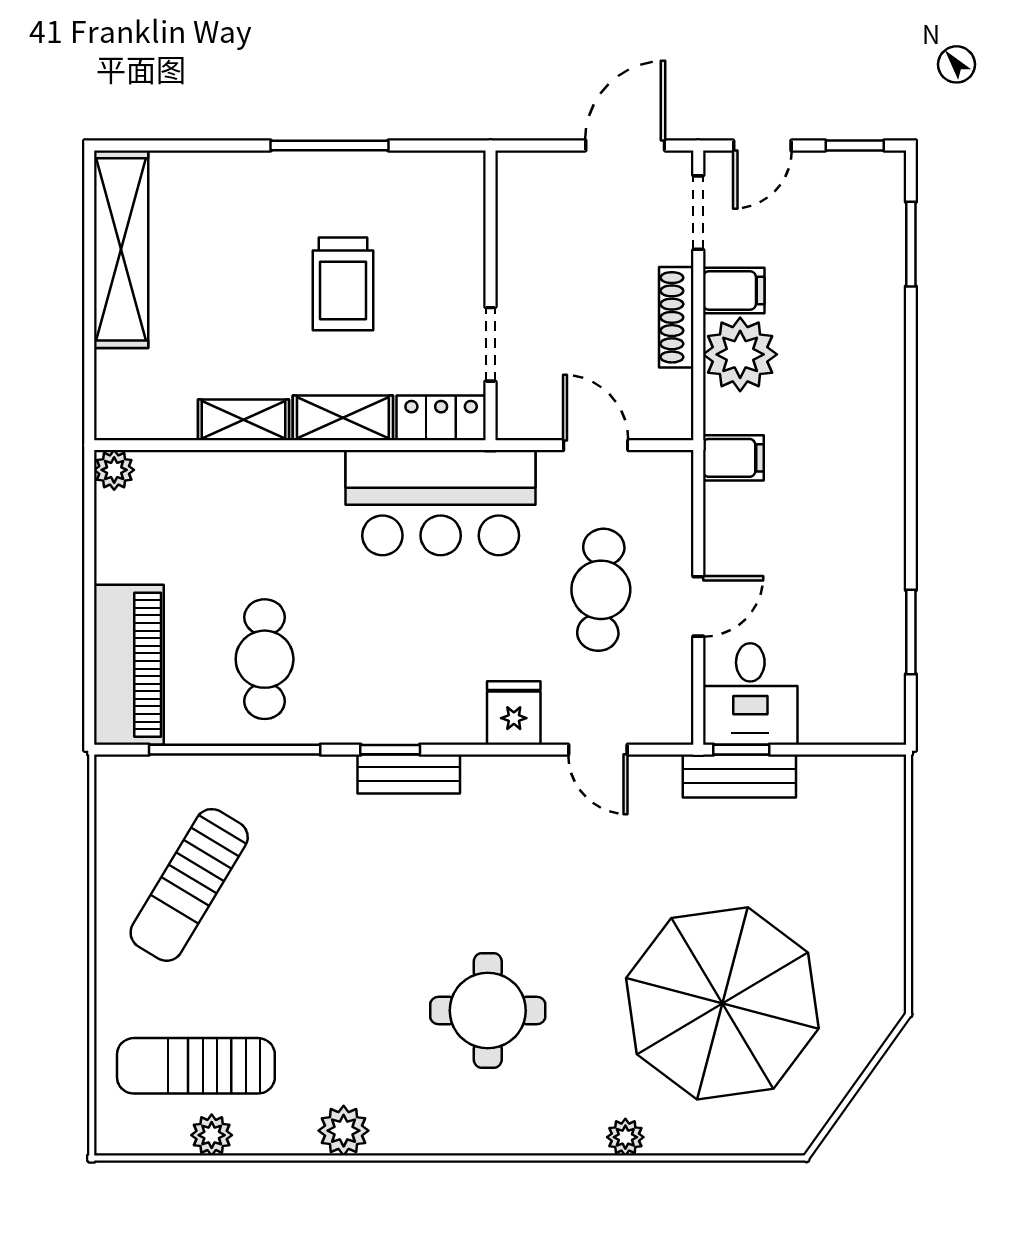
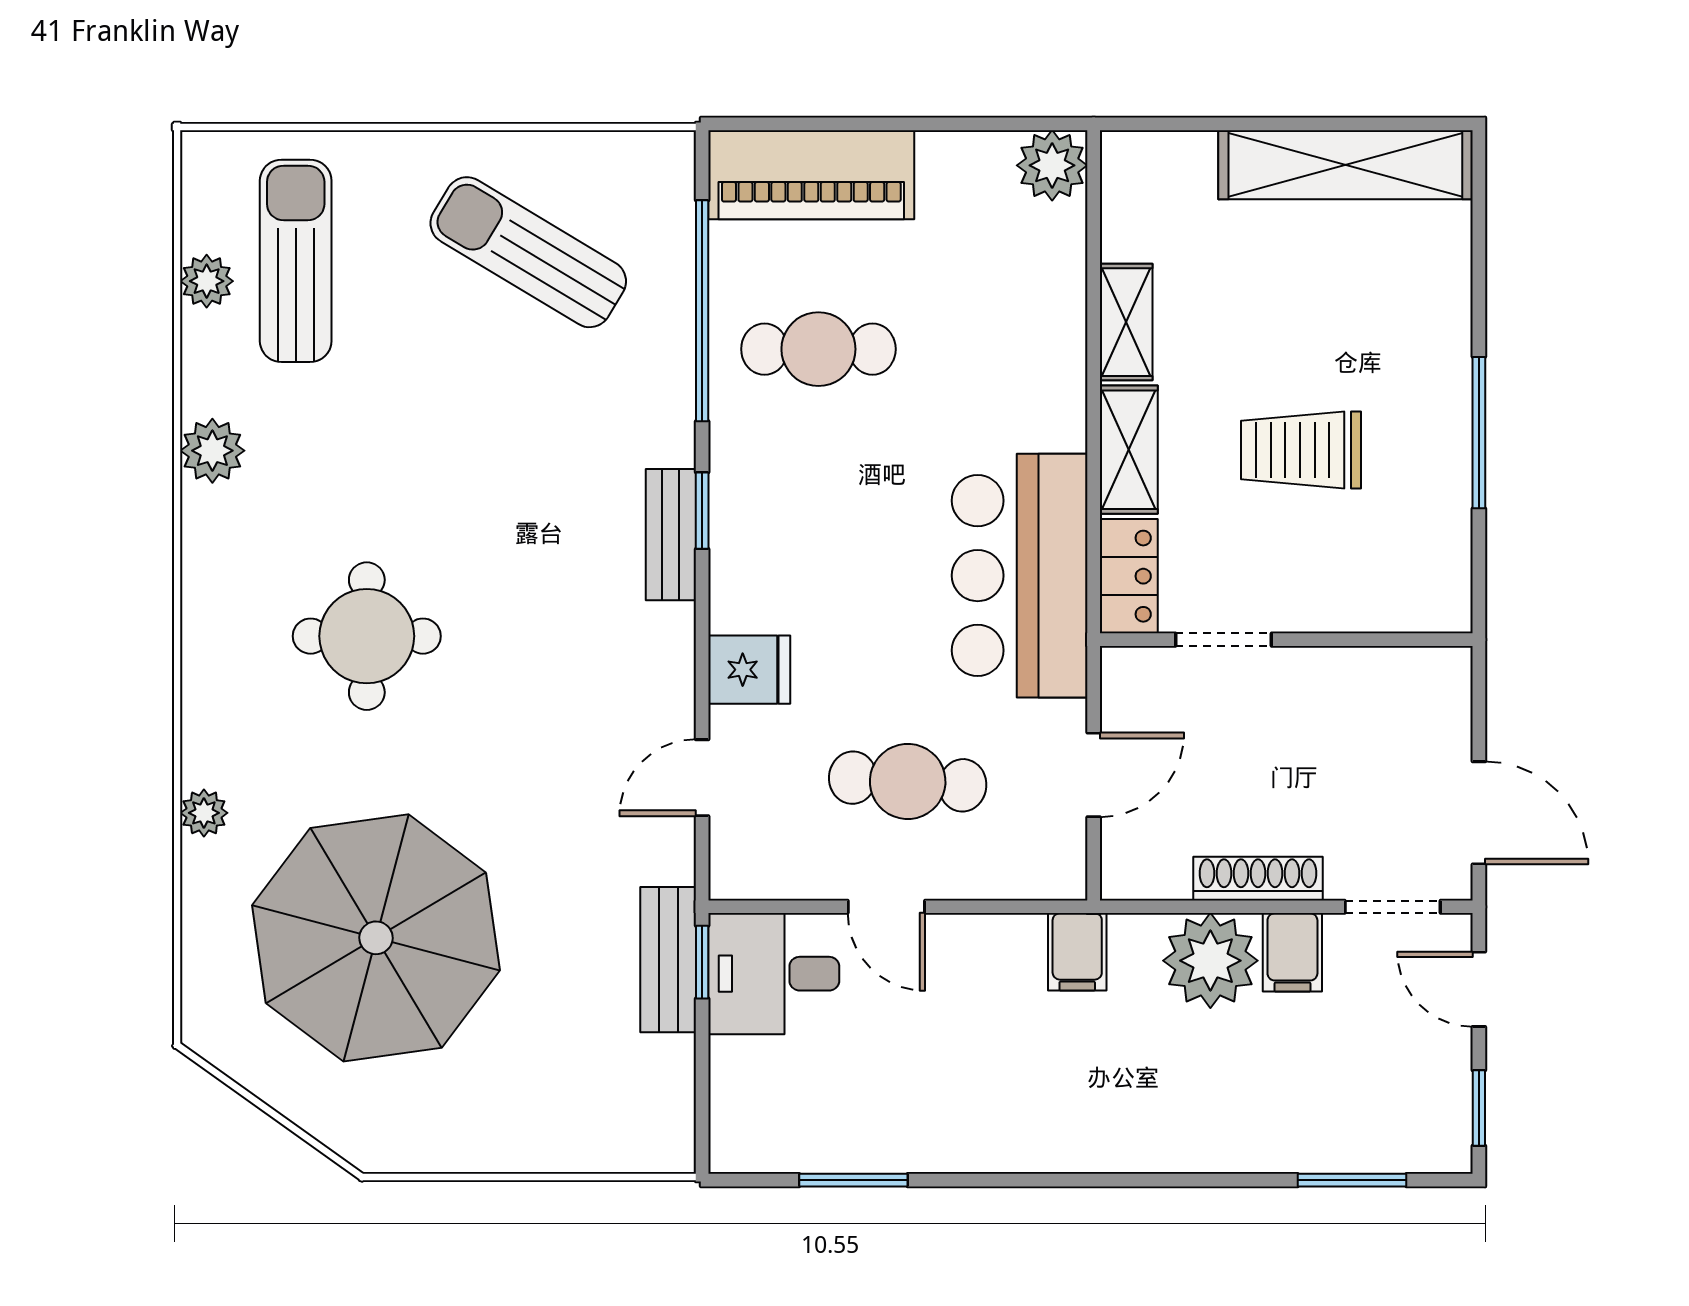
plant: (114, 470) -> (1052, 165), width x1.38, depth x1.38

